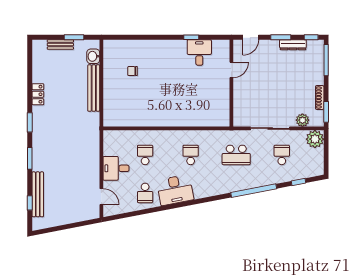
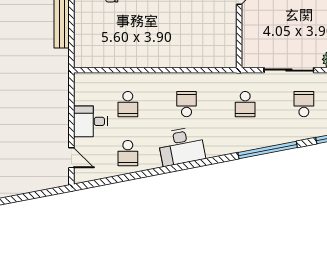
school desk: (145, 155) -> (128, 104), turned 180
school desk: (236, 155) -> (245, 104), width x0.54
desk: (175, 190) -> (181, 146), moved

